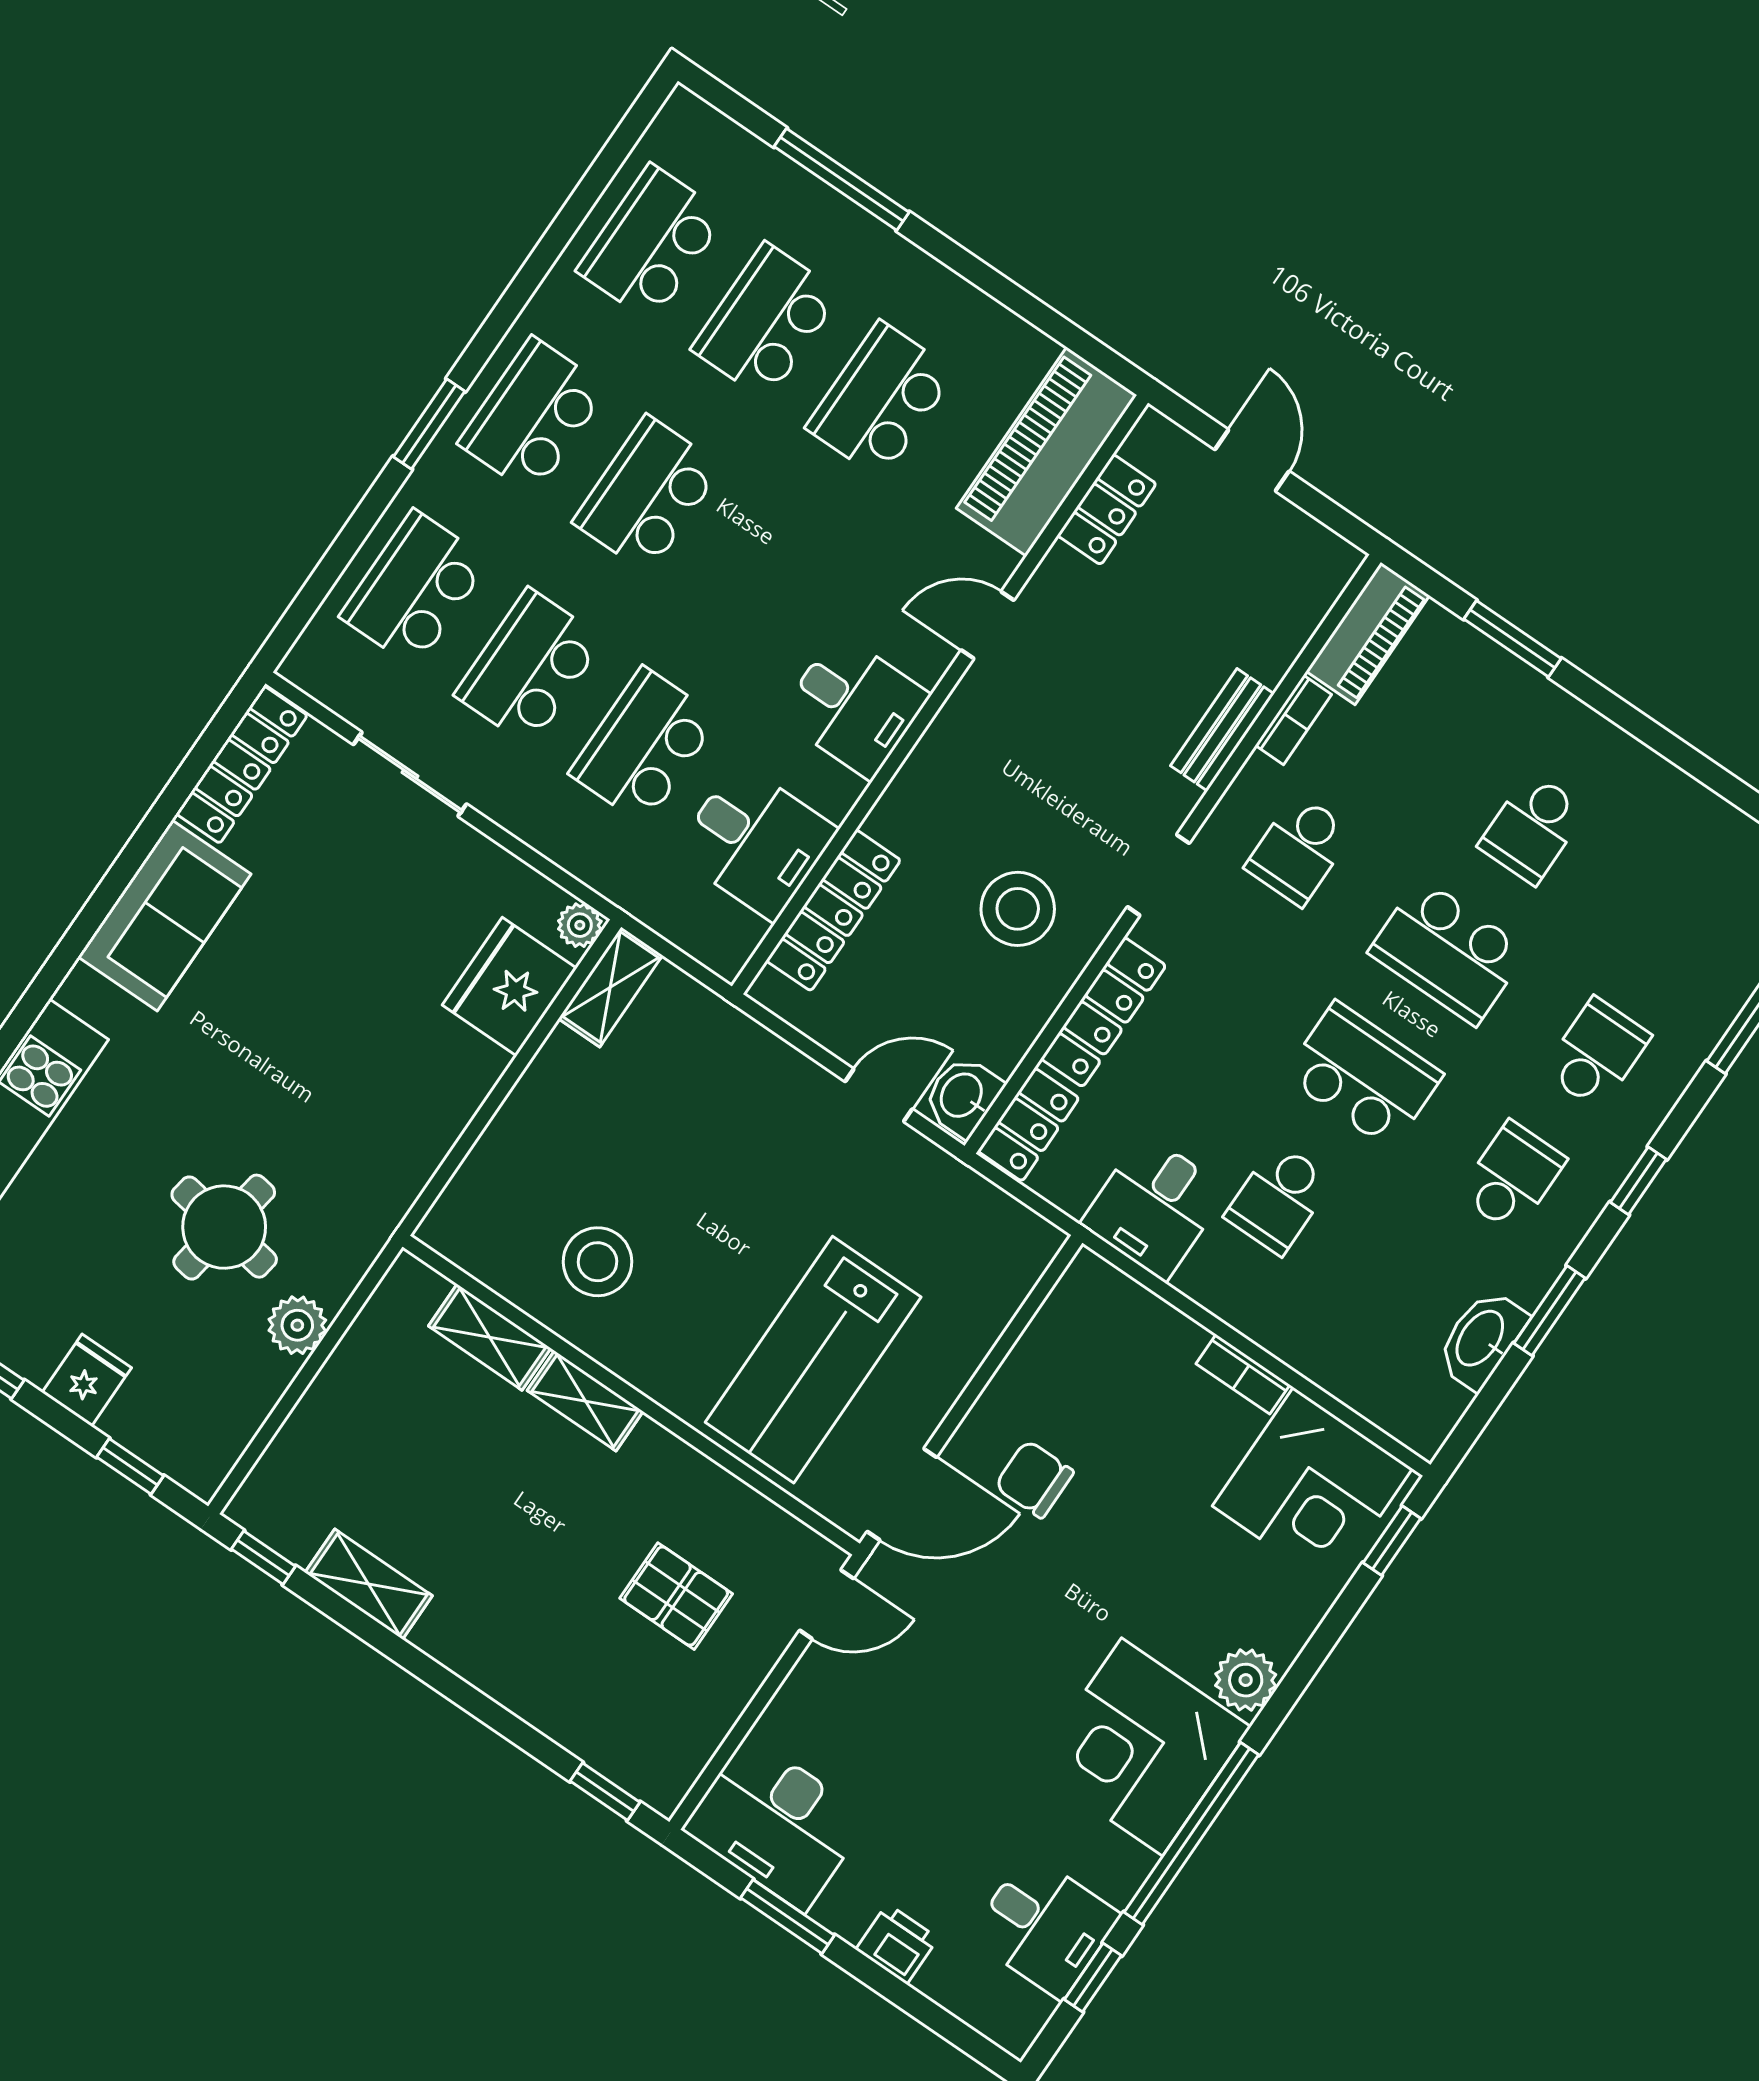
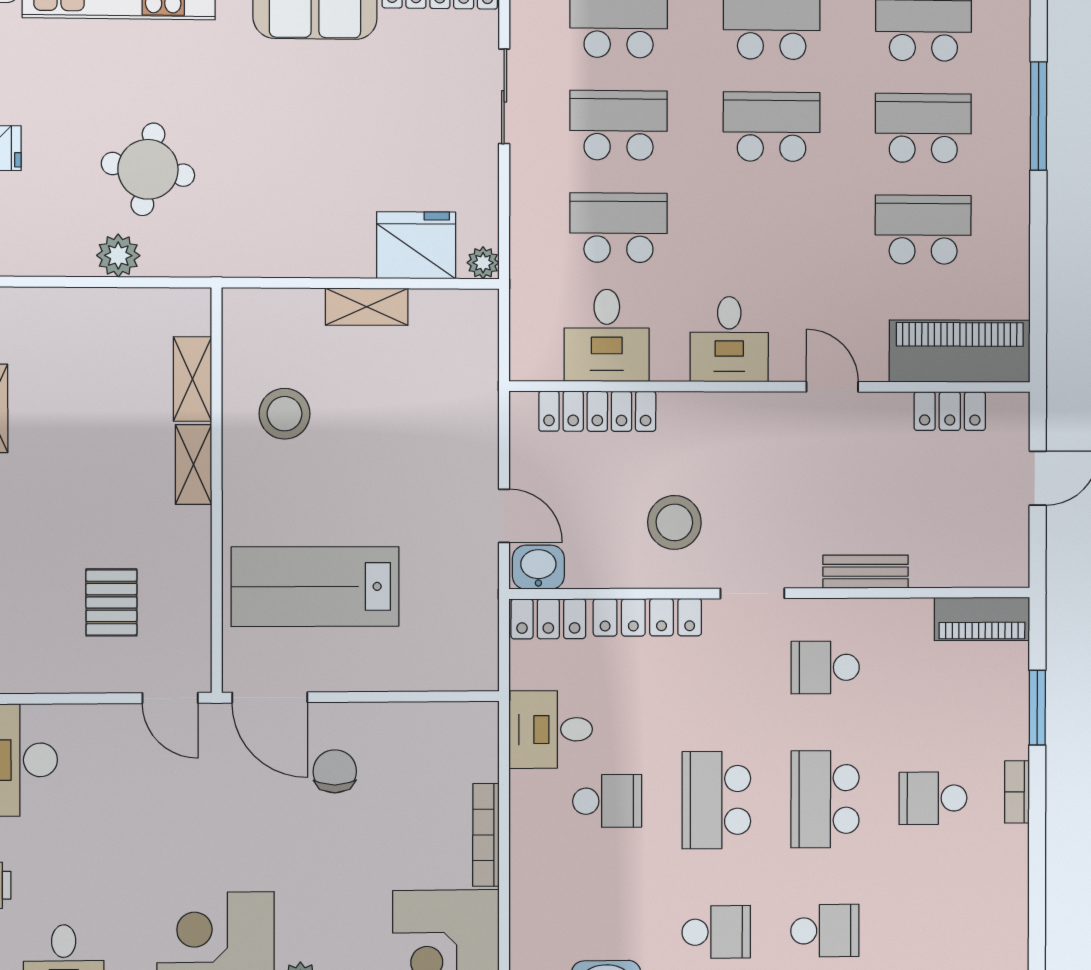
bookcase: (1293, 720) -> (1017, 792), moved, turned 90
shelving: (610, 987) -> (367, 307), moved
school desk: (1363, 1075) -> (716, 800), turned 180
school desk: (1279, 1199) -> (607, 801), turned 180
bookcase: (1243, 1374) -> (486, 835), width x1.56

